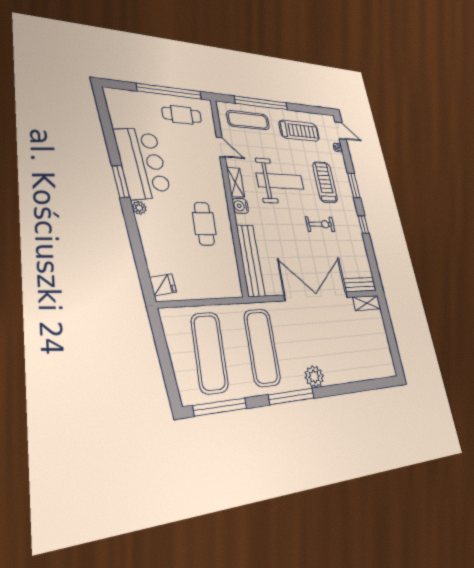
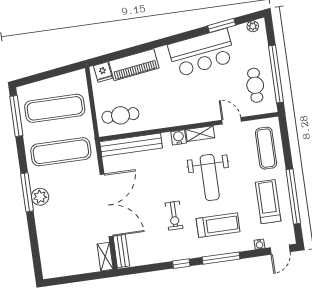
window: (261, 103) -> (293, 197), moved
treadmill: (299, 131) -> (268, 202), turned 180
door: (221, 147) -> (232, 121), swing flipped
window: (121, 181) -> (222, 25), moved
window: (354, 185) -> (221, 258), width x1.44
plant: (139, 208) -> (253, 26), moved
cafe table: (204, 224) -> (120, 115), moved
piano: (154, 244) -> (134, 65), added
window: (291, 396) -> (27, 192), moved

